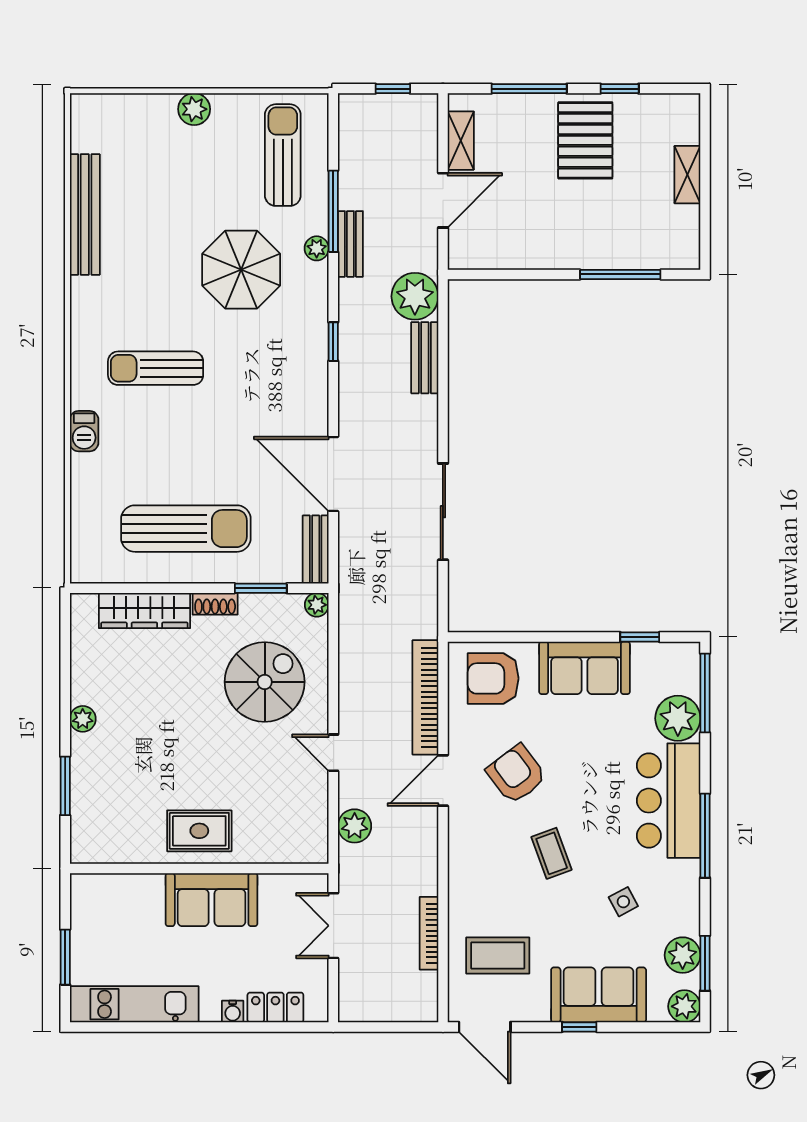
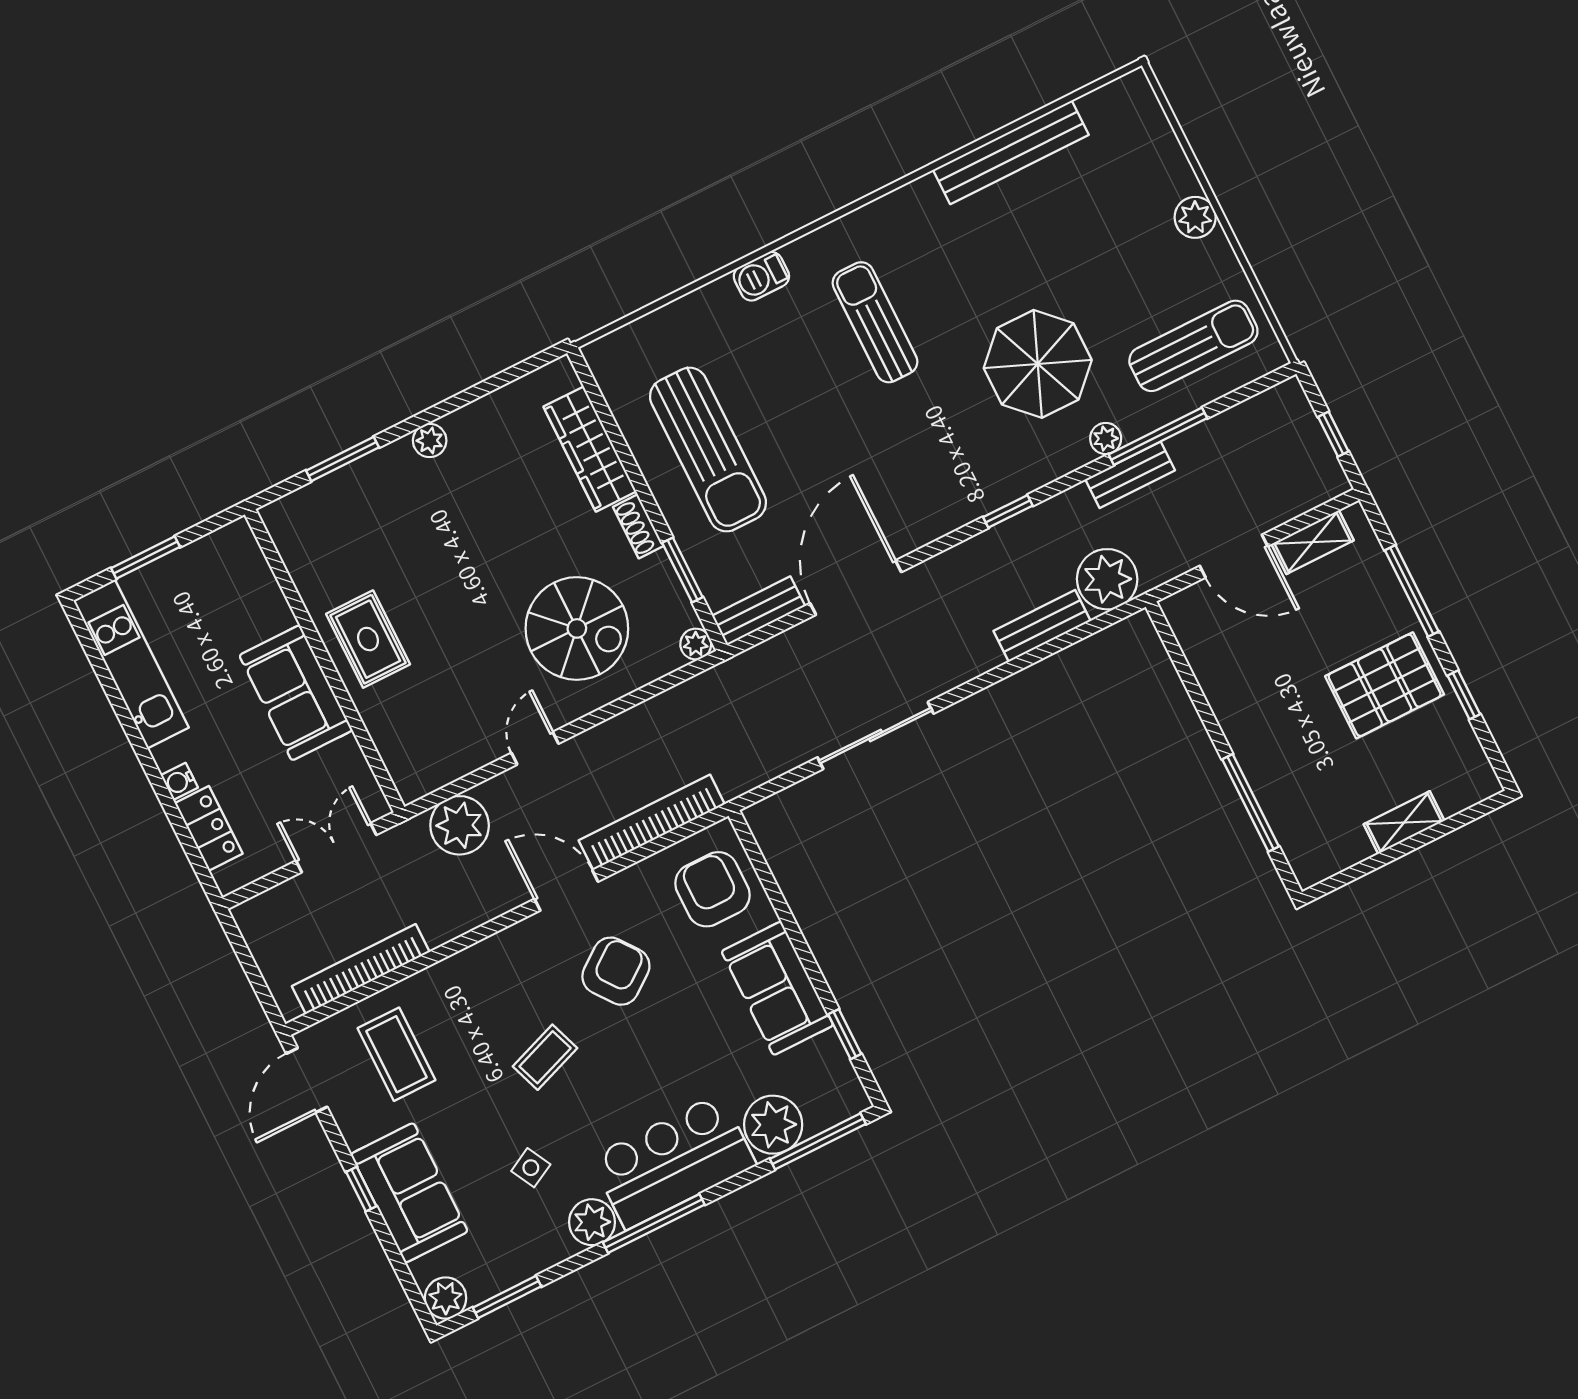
plant: (355, 826) -> (460, 825), width x1.36, depth x1.36
bookcase: (429, 933) -> (361, 969), width x1.48, depth x1.31
plant: (683, 955) -> (592, 1222), moved

